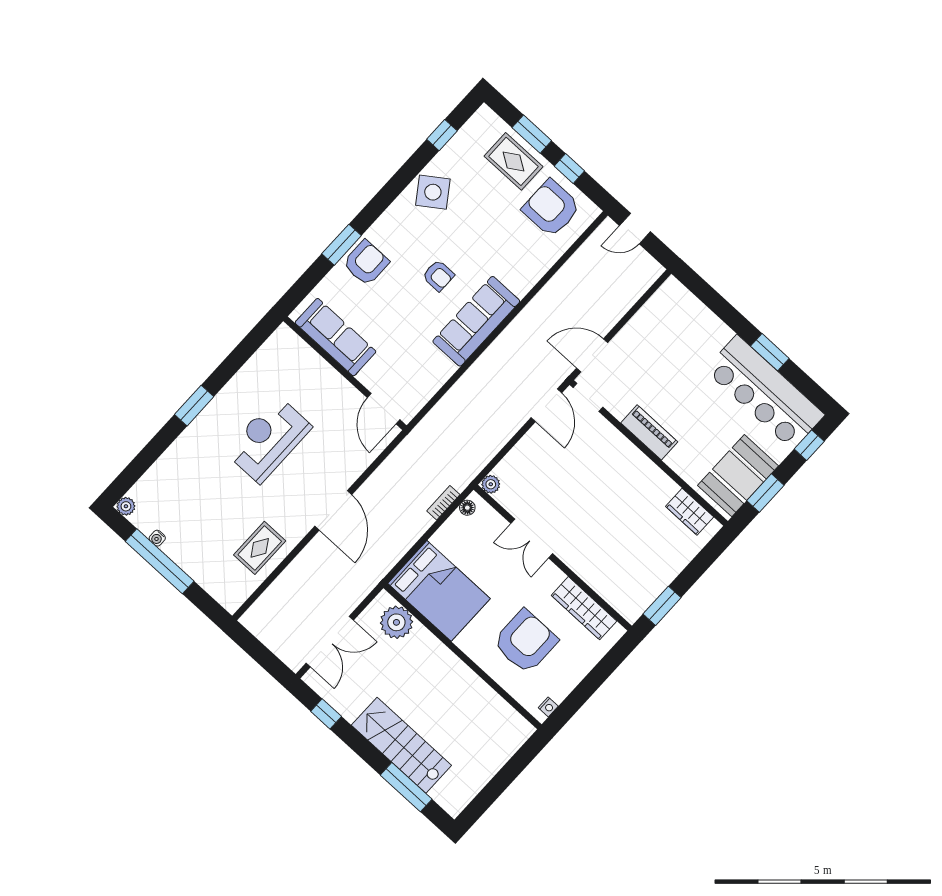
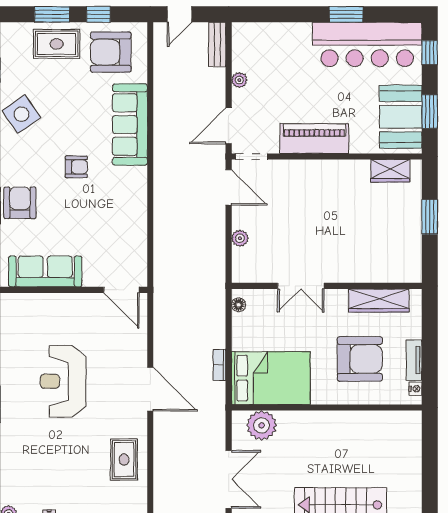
bench: (643, 281) -> (217, 44), added
sofa: (476, 321) -> (130, 125), moved
plant: (635, 326) -> (239, 80), added
piano: (649, 432) -> (314, 139), width x1.37, depth x1.33
plant: (491, 484) -> (240, 238), moved
bookcase: (443, 503) -> (219, 365), moved
window: (662, 606) -> (430, 217), moved
armchair: (525, 641) -> (360, 359), turned 90
tv unit: (568, 683) -> (414, 360), added

